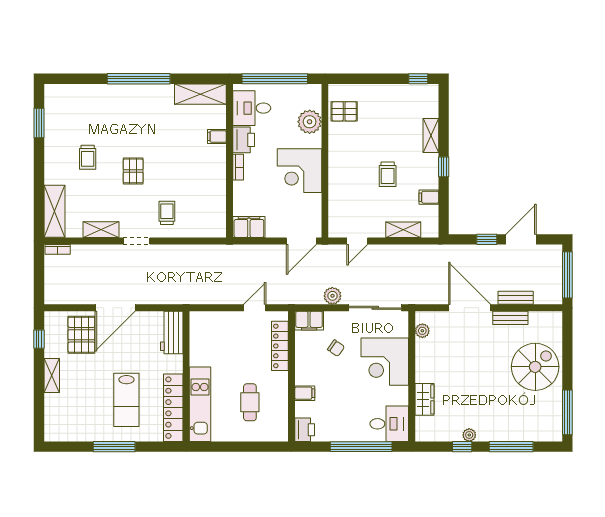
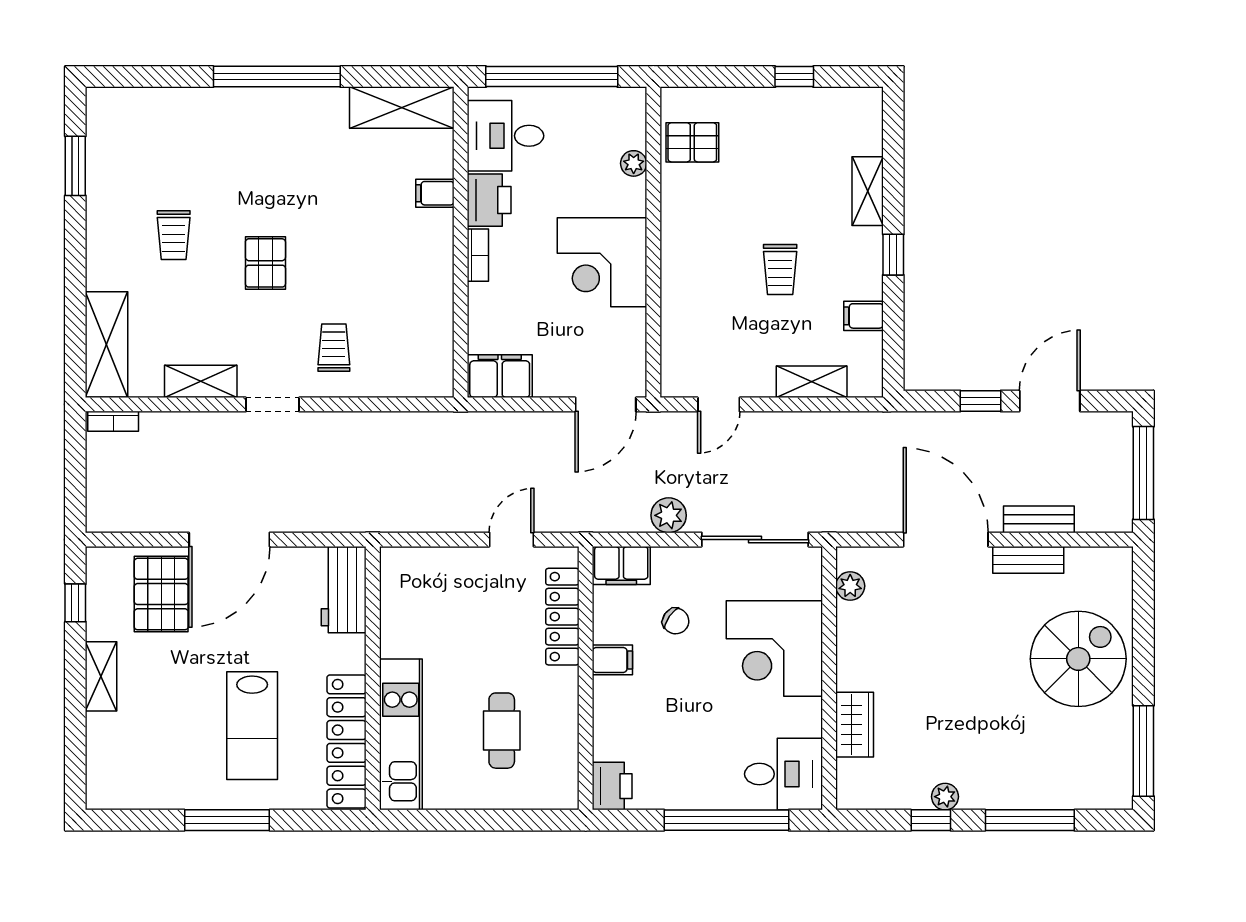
window: (418, 79) -> (794, 77), moved
plant: (310, 122) -> (634, 163), width x0.53, depth x0.53
filing cabinet: (305, 393) -> (612, 660), moved

